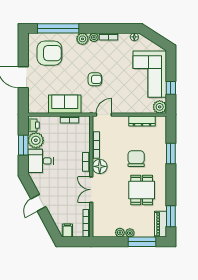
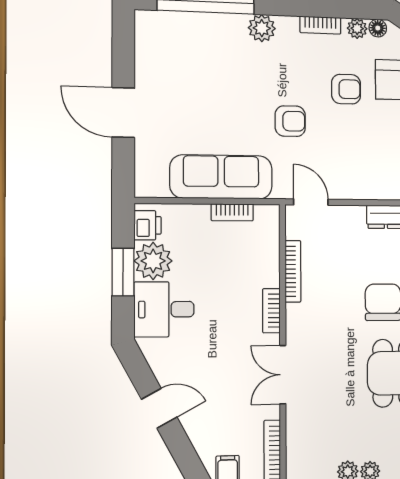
plant: (94, 37) -> (357, 28), moved
armchair: (49, 53) -> (346, 89), moved, width x0.53, depth x0.53
sofa: (65, 104) -> (221, 177), width x1.36
door: (104, 115) -> (311, 202), hinge flipped
floor lamp: (100, 166) -> (302, 321), removed
door: (38, 203) -> (159, 408), swing flipped

